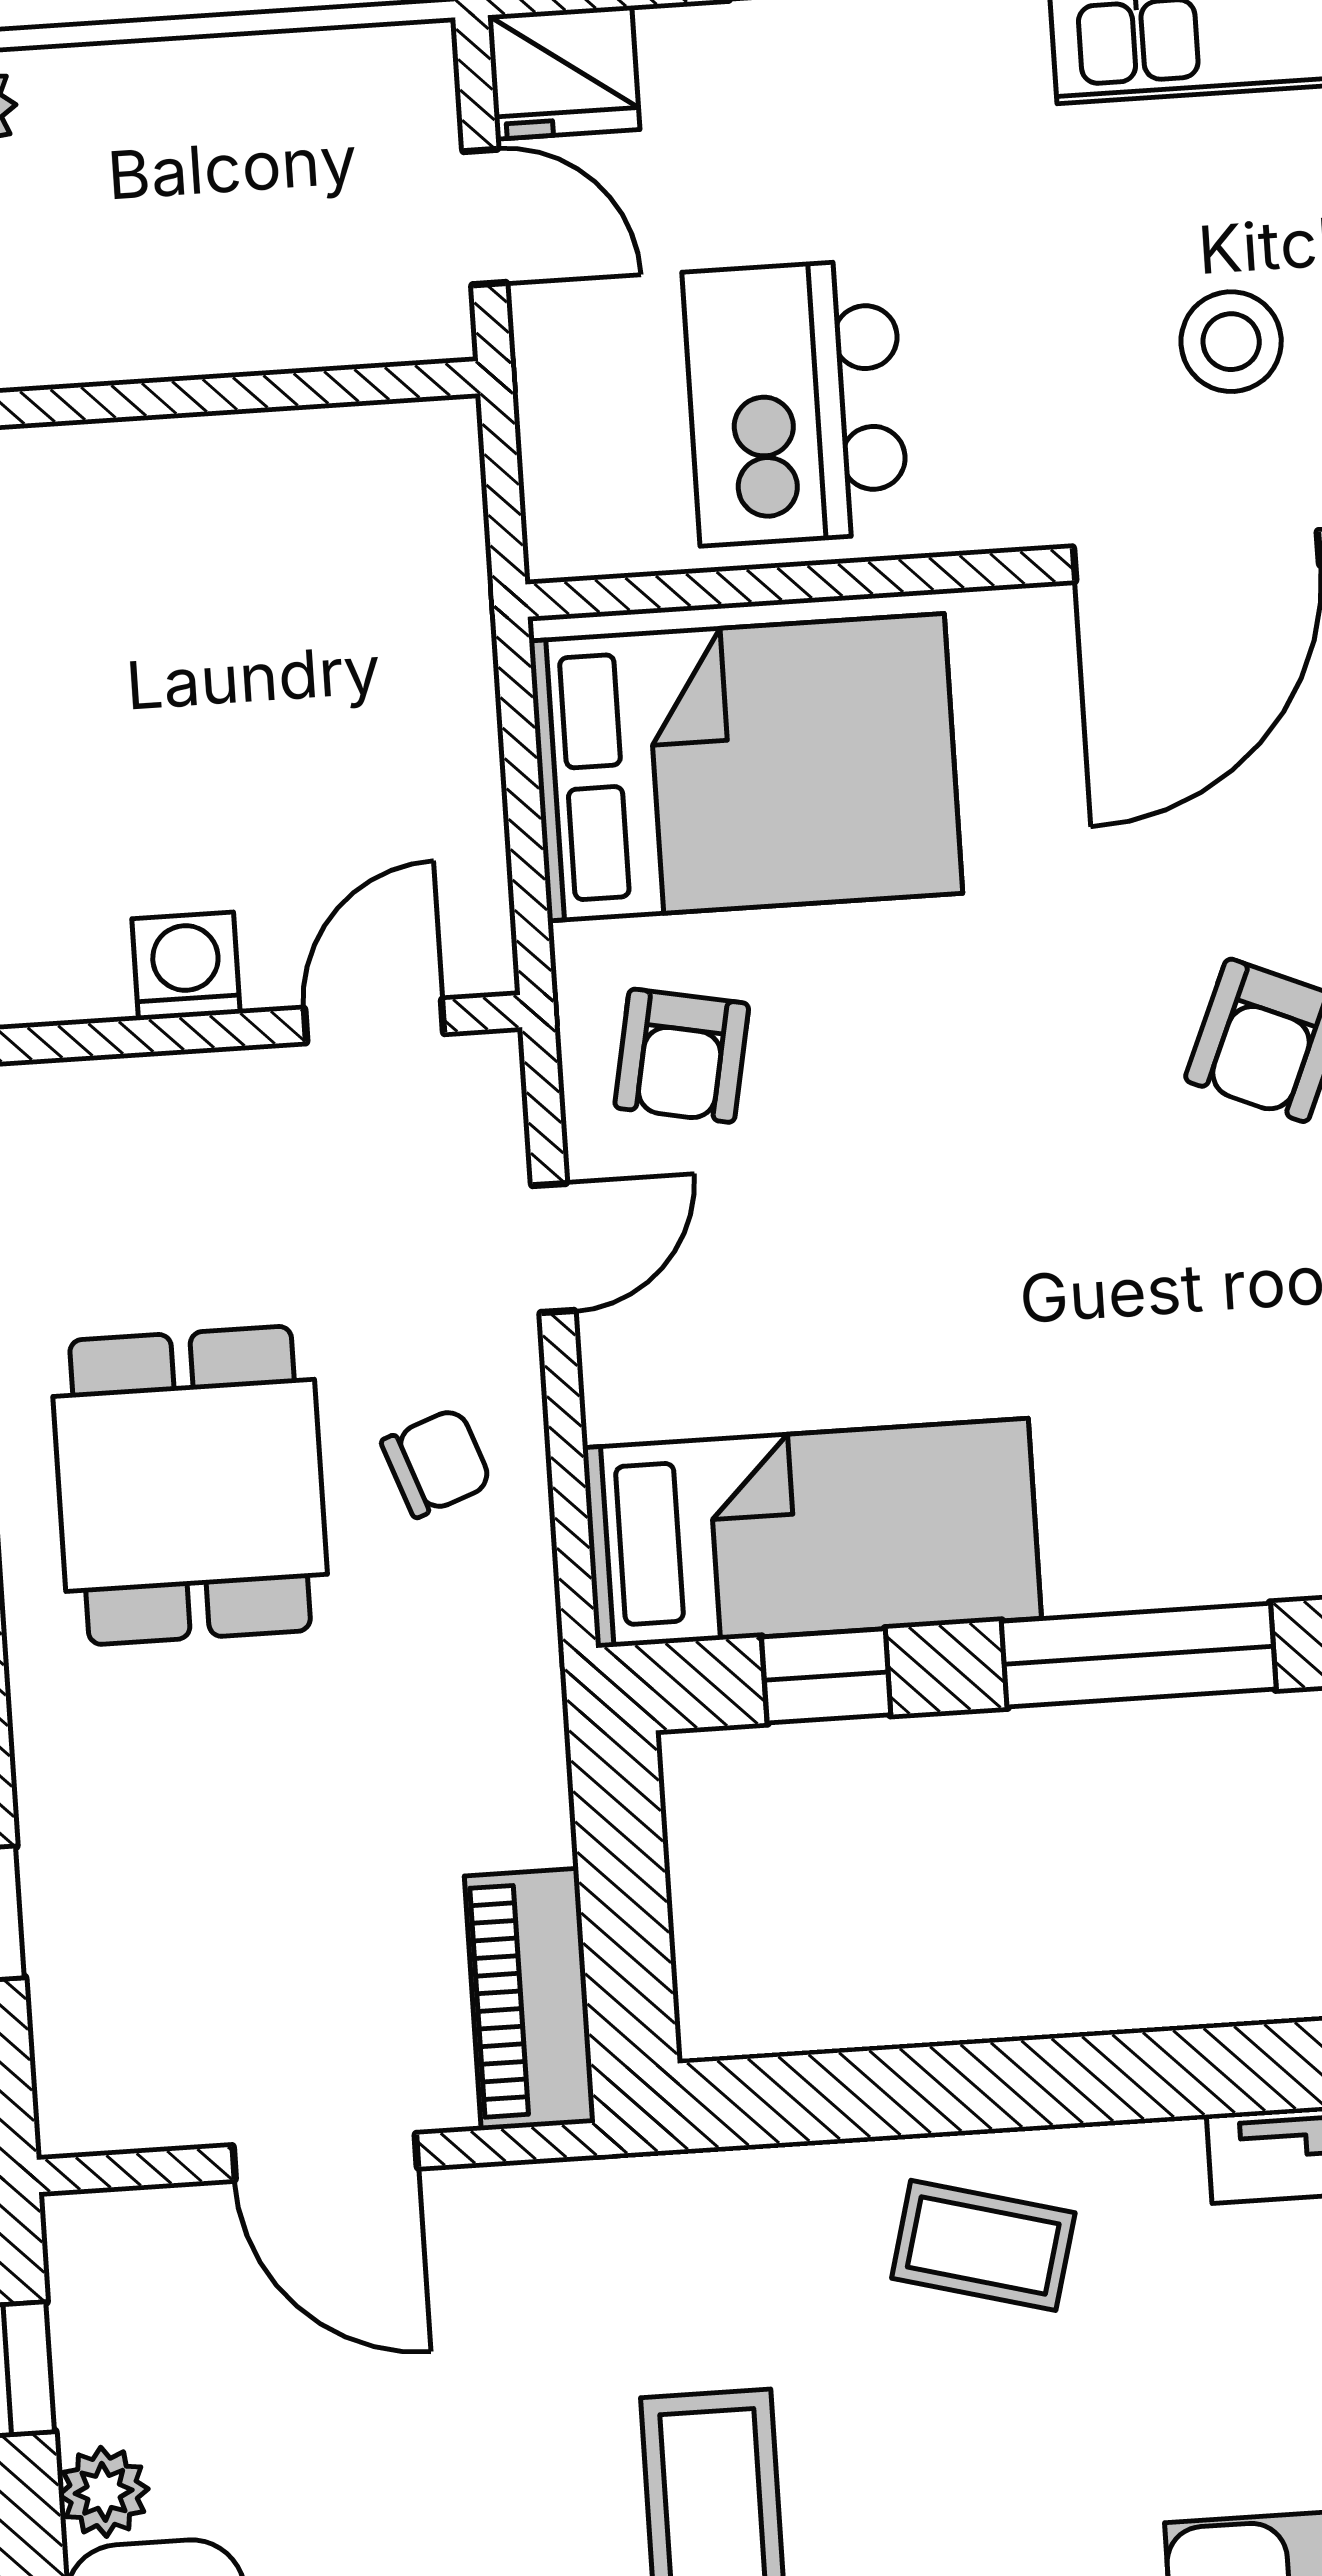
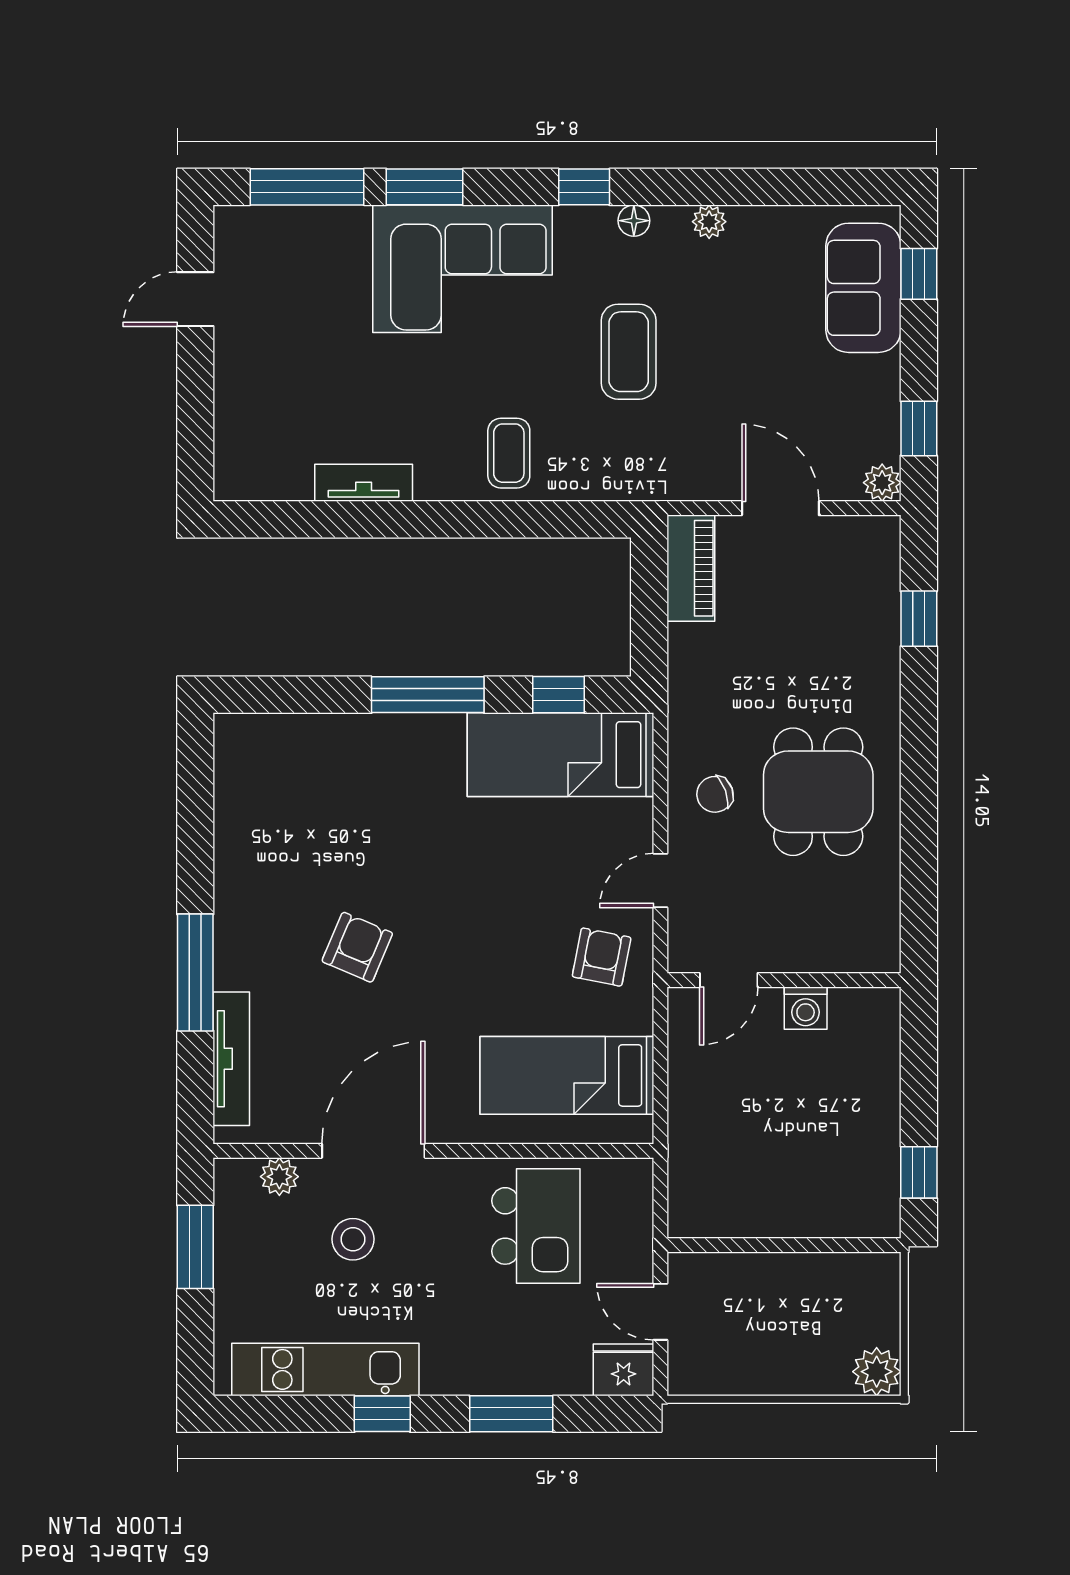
bed: (746, 767) -> (567, 1075), width x0.67
coffee table: (983, 2245) -> (509, 453), turned 75
plant: (104, 2492) -> (882, 483), moved

